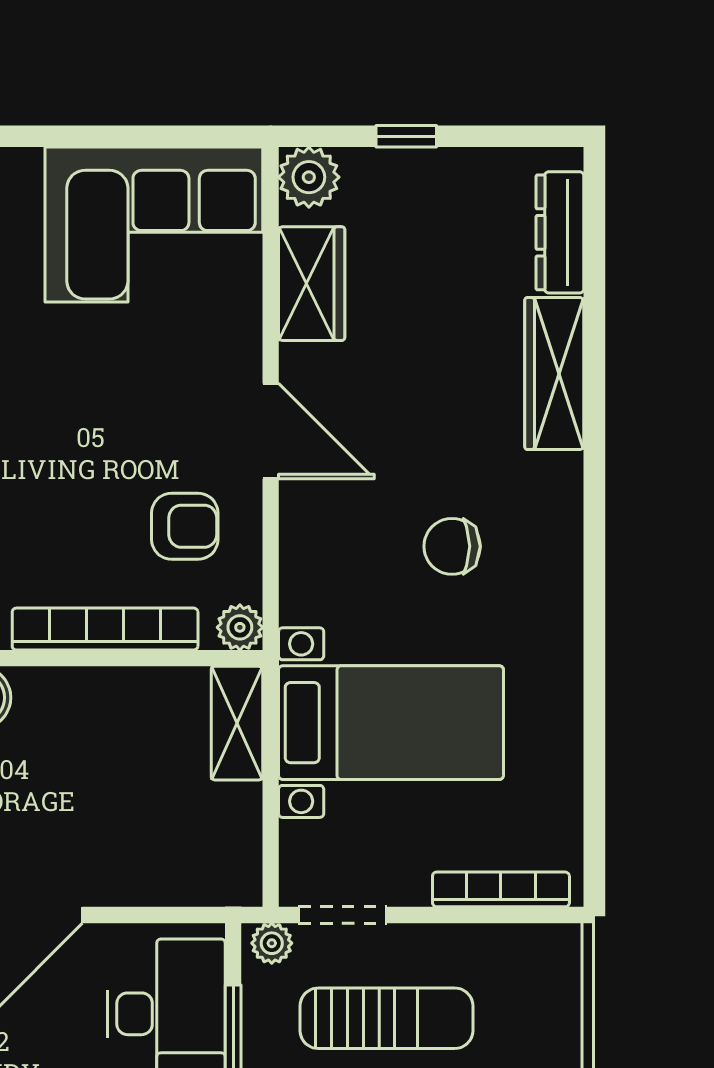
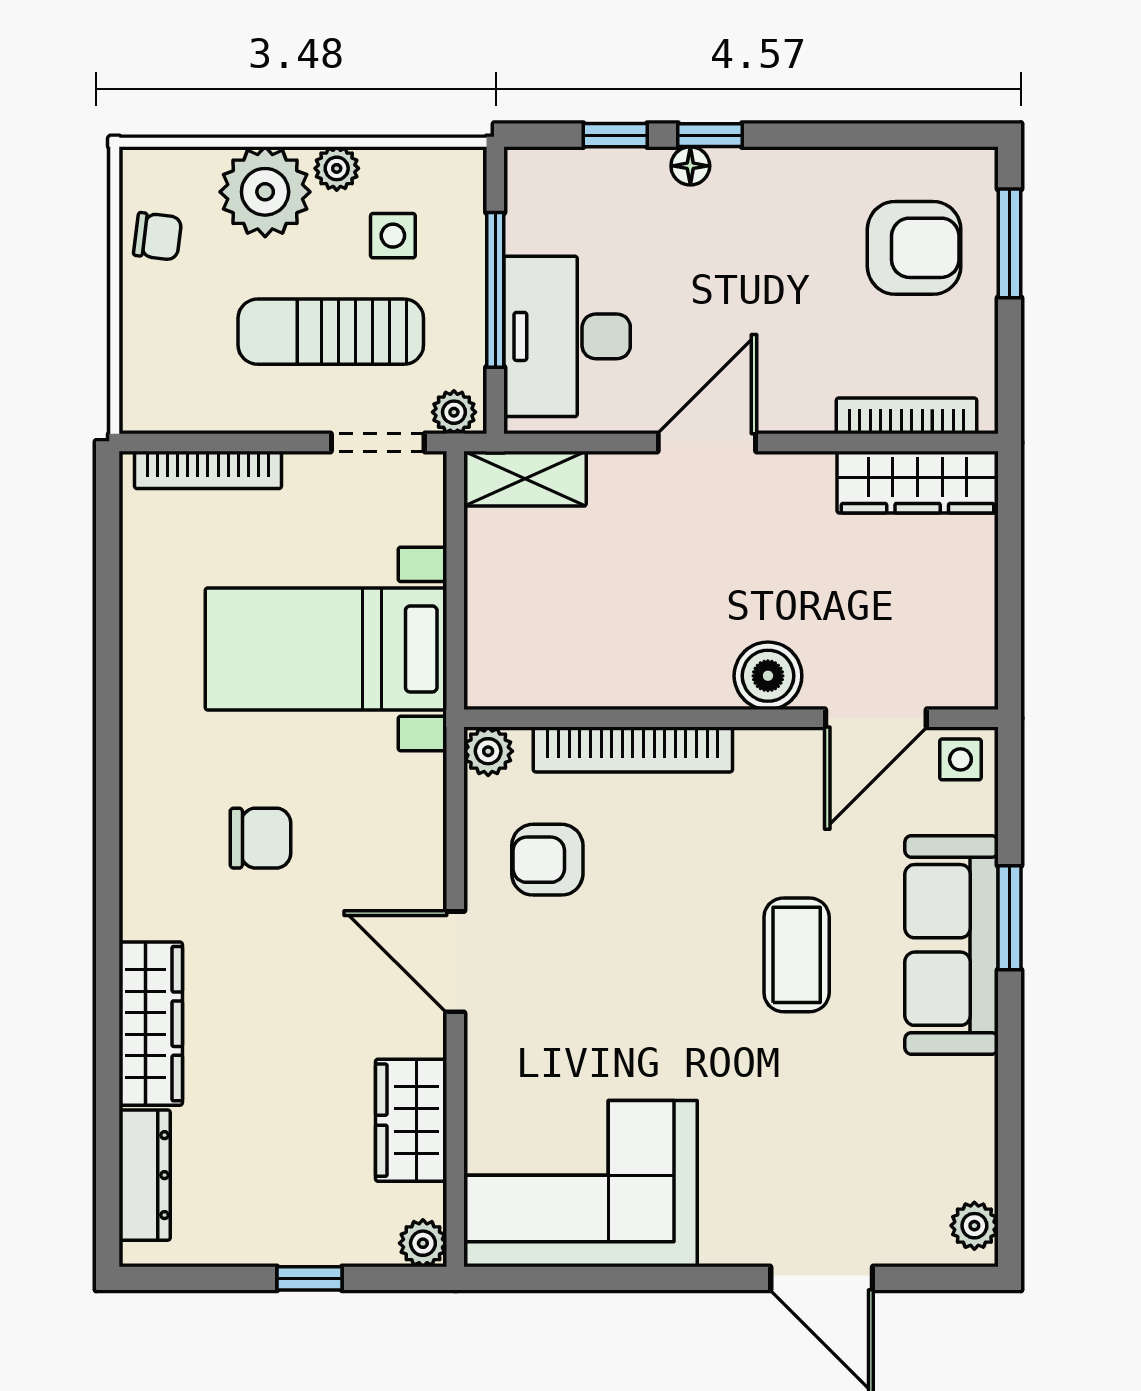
plant: (309, 177) -> (423, 1243), width x0.73, depth x0.73
shelving: (237, 723) -> (525, 479), moved, turned 90

